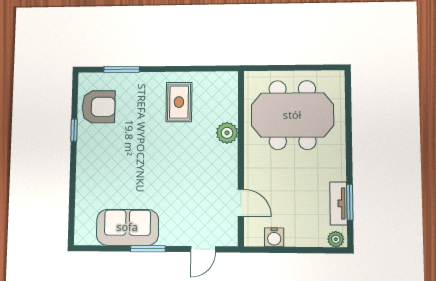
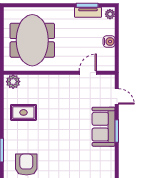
plant: (227, 133) -> (13, 82), moved
sofa: (127, 227) -> (104, 127), moved
water cooler: (274, 237) -> (109, 42), moved

